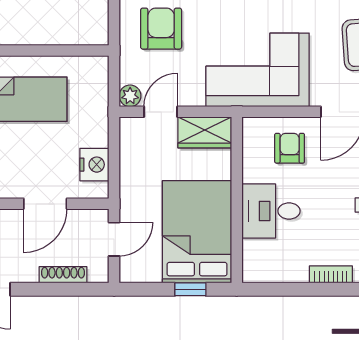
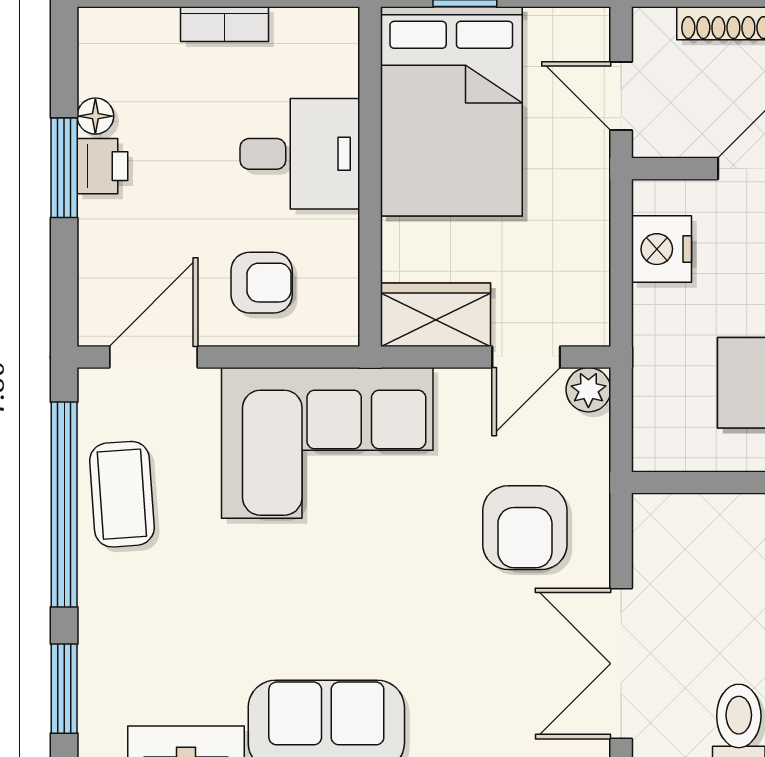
armchair: (290, 148) -> (262, 283), turned -90
door: (114, 239) -> (621, 96), hinge flipped
bookcase: (331, 274) -> (225, 24), moved

